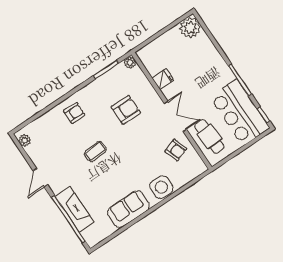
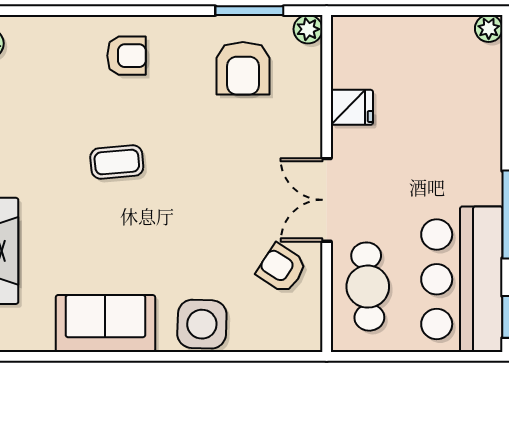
plant: (190, 28) -> (489, 28), width x0.53, depth x0.53
armchair: (126, 110) -> (243, 68), moved, turned 90
double door: (175, 116) -> (327, 200), swing flipped
armchair: (176, 150) -> (282, 268), turned 142

